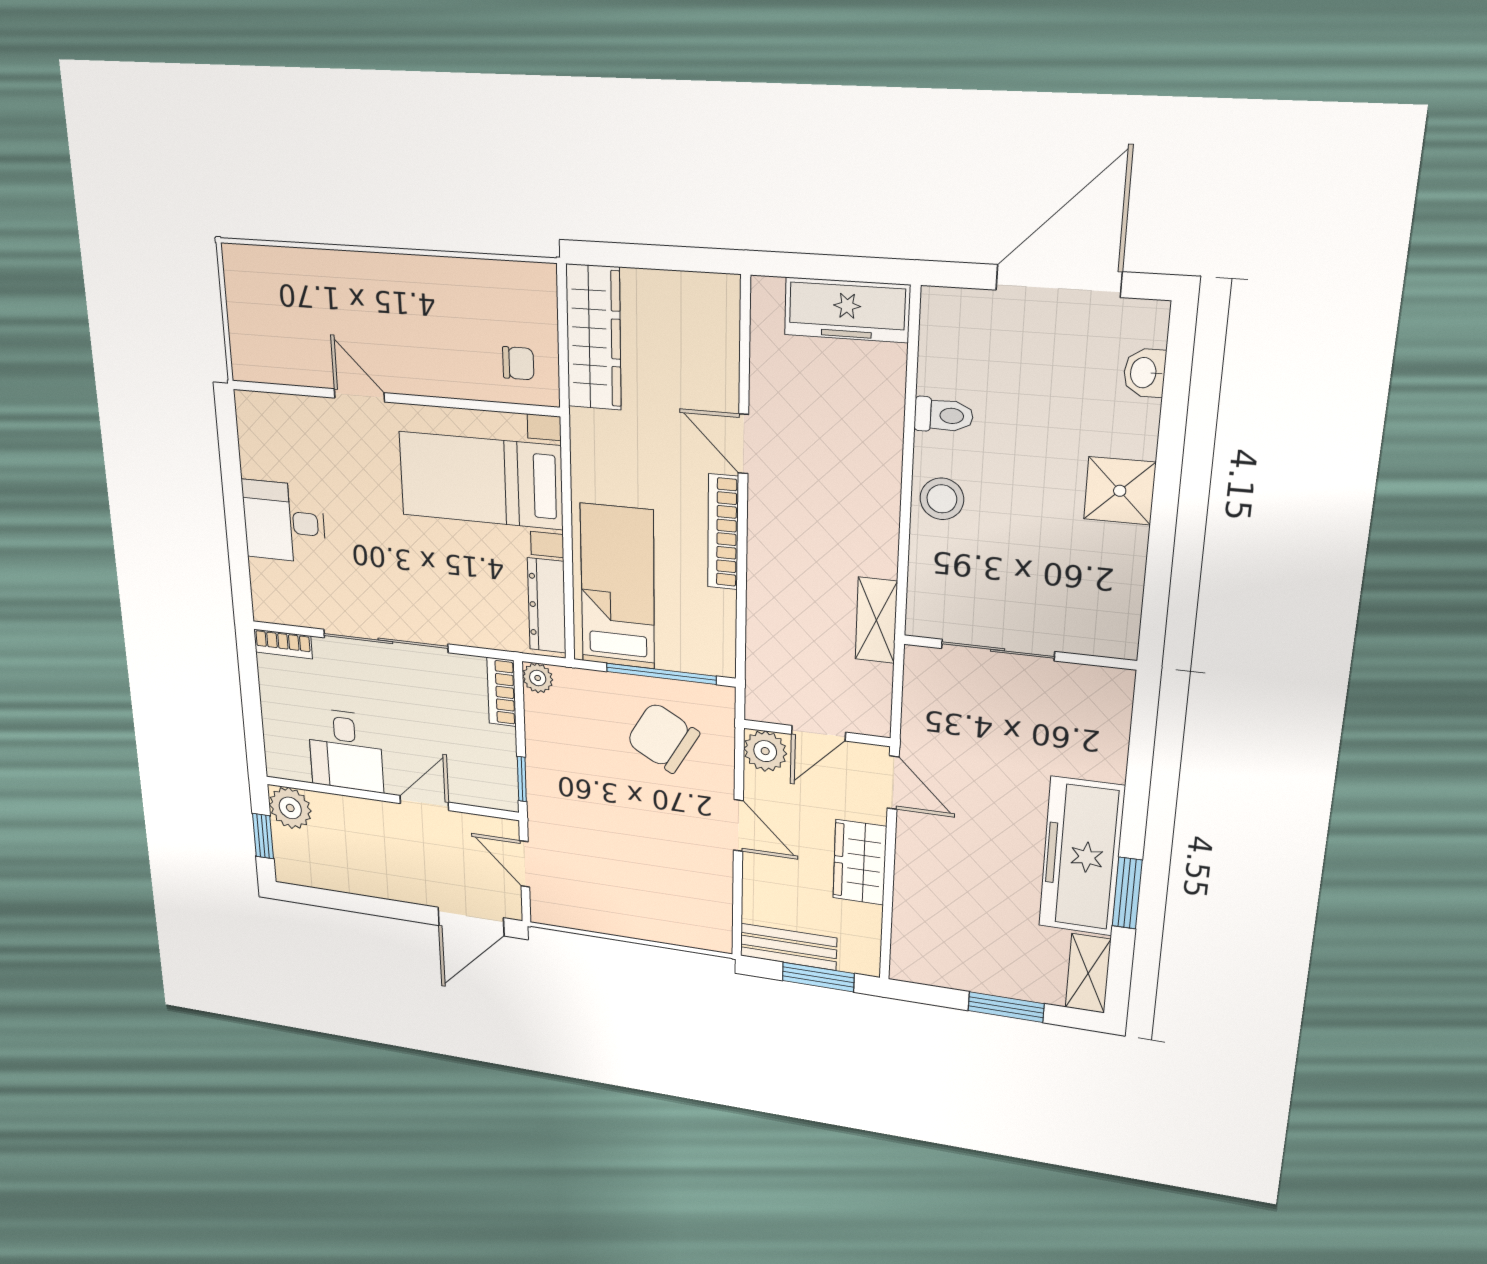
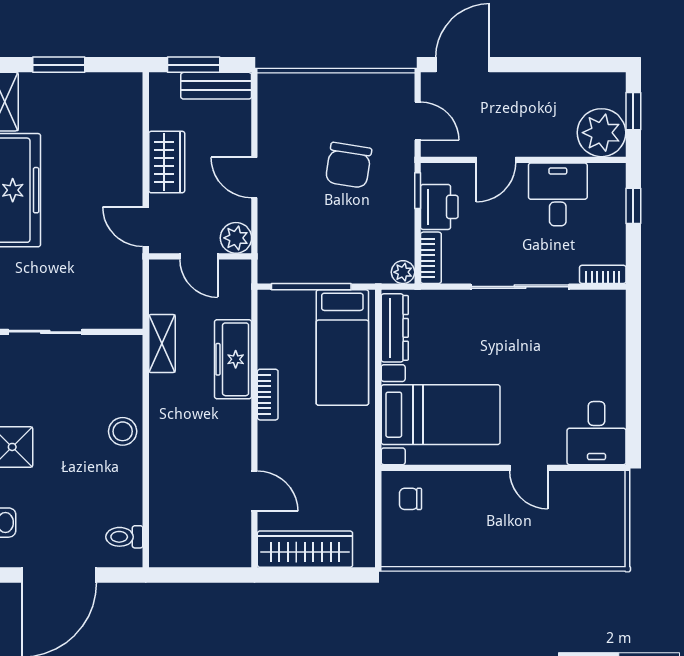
freezer: (847, 310) -> (233, 359), moved, turned -90
wardrobe: (594, 337) -> (305, 549), moved, turned 90
toilet: (944, 415) -> (124, 537), moved
door: (743, 444) -> (254, 491), moved
desk: (284, 522) -> (597, 433), moved, turned 90
bookcase: (723, 532) -> (268, 395), width x0.64
sliding door: (998, 650) -> (45, 332), moved
window: (253, 724) -> (633, 206), added
door: (818, 733) -> (199, 256), swing flipped
chair: (663, 738) -> (348, 165), moved, turned 69
printer: (493, 755) -> (439, 207), added
plant: (290, 808) -> (601, 133), width x1.36, depth x1.36

